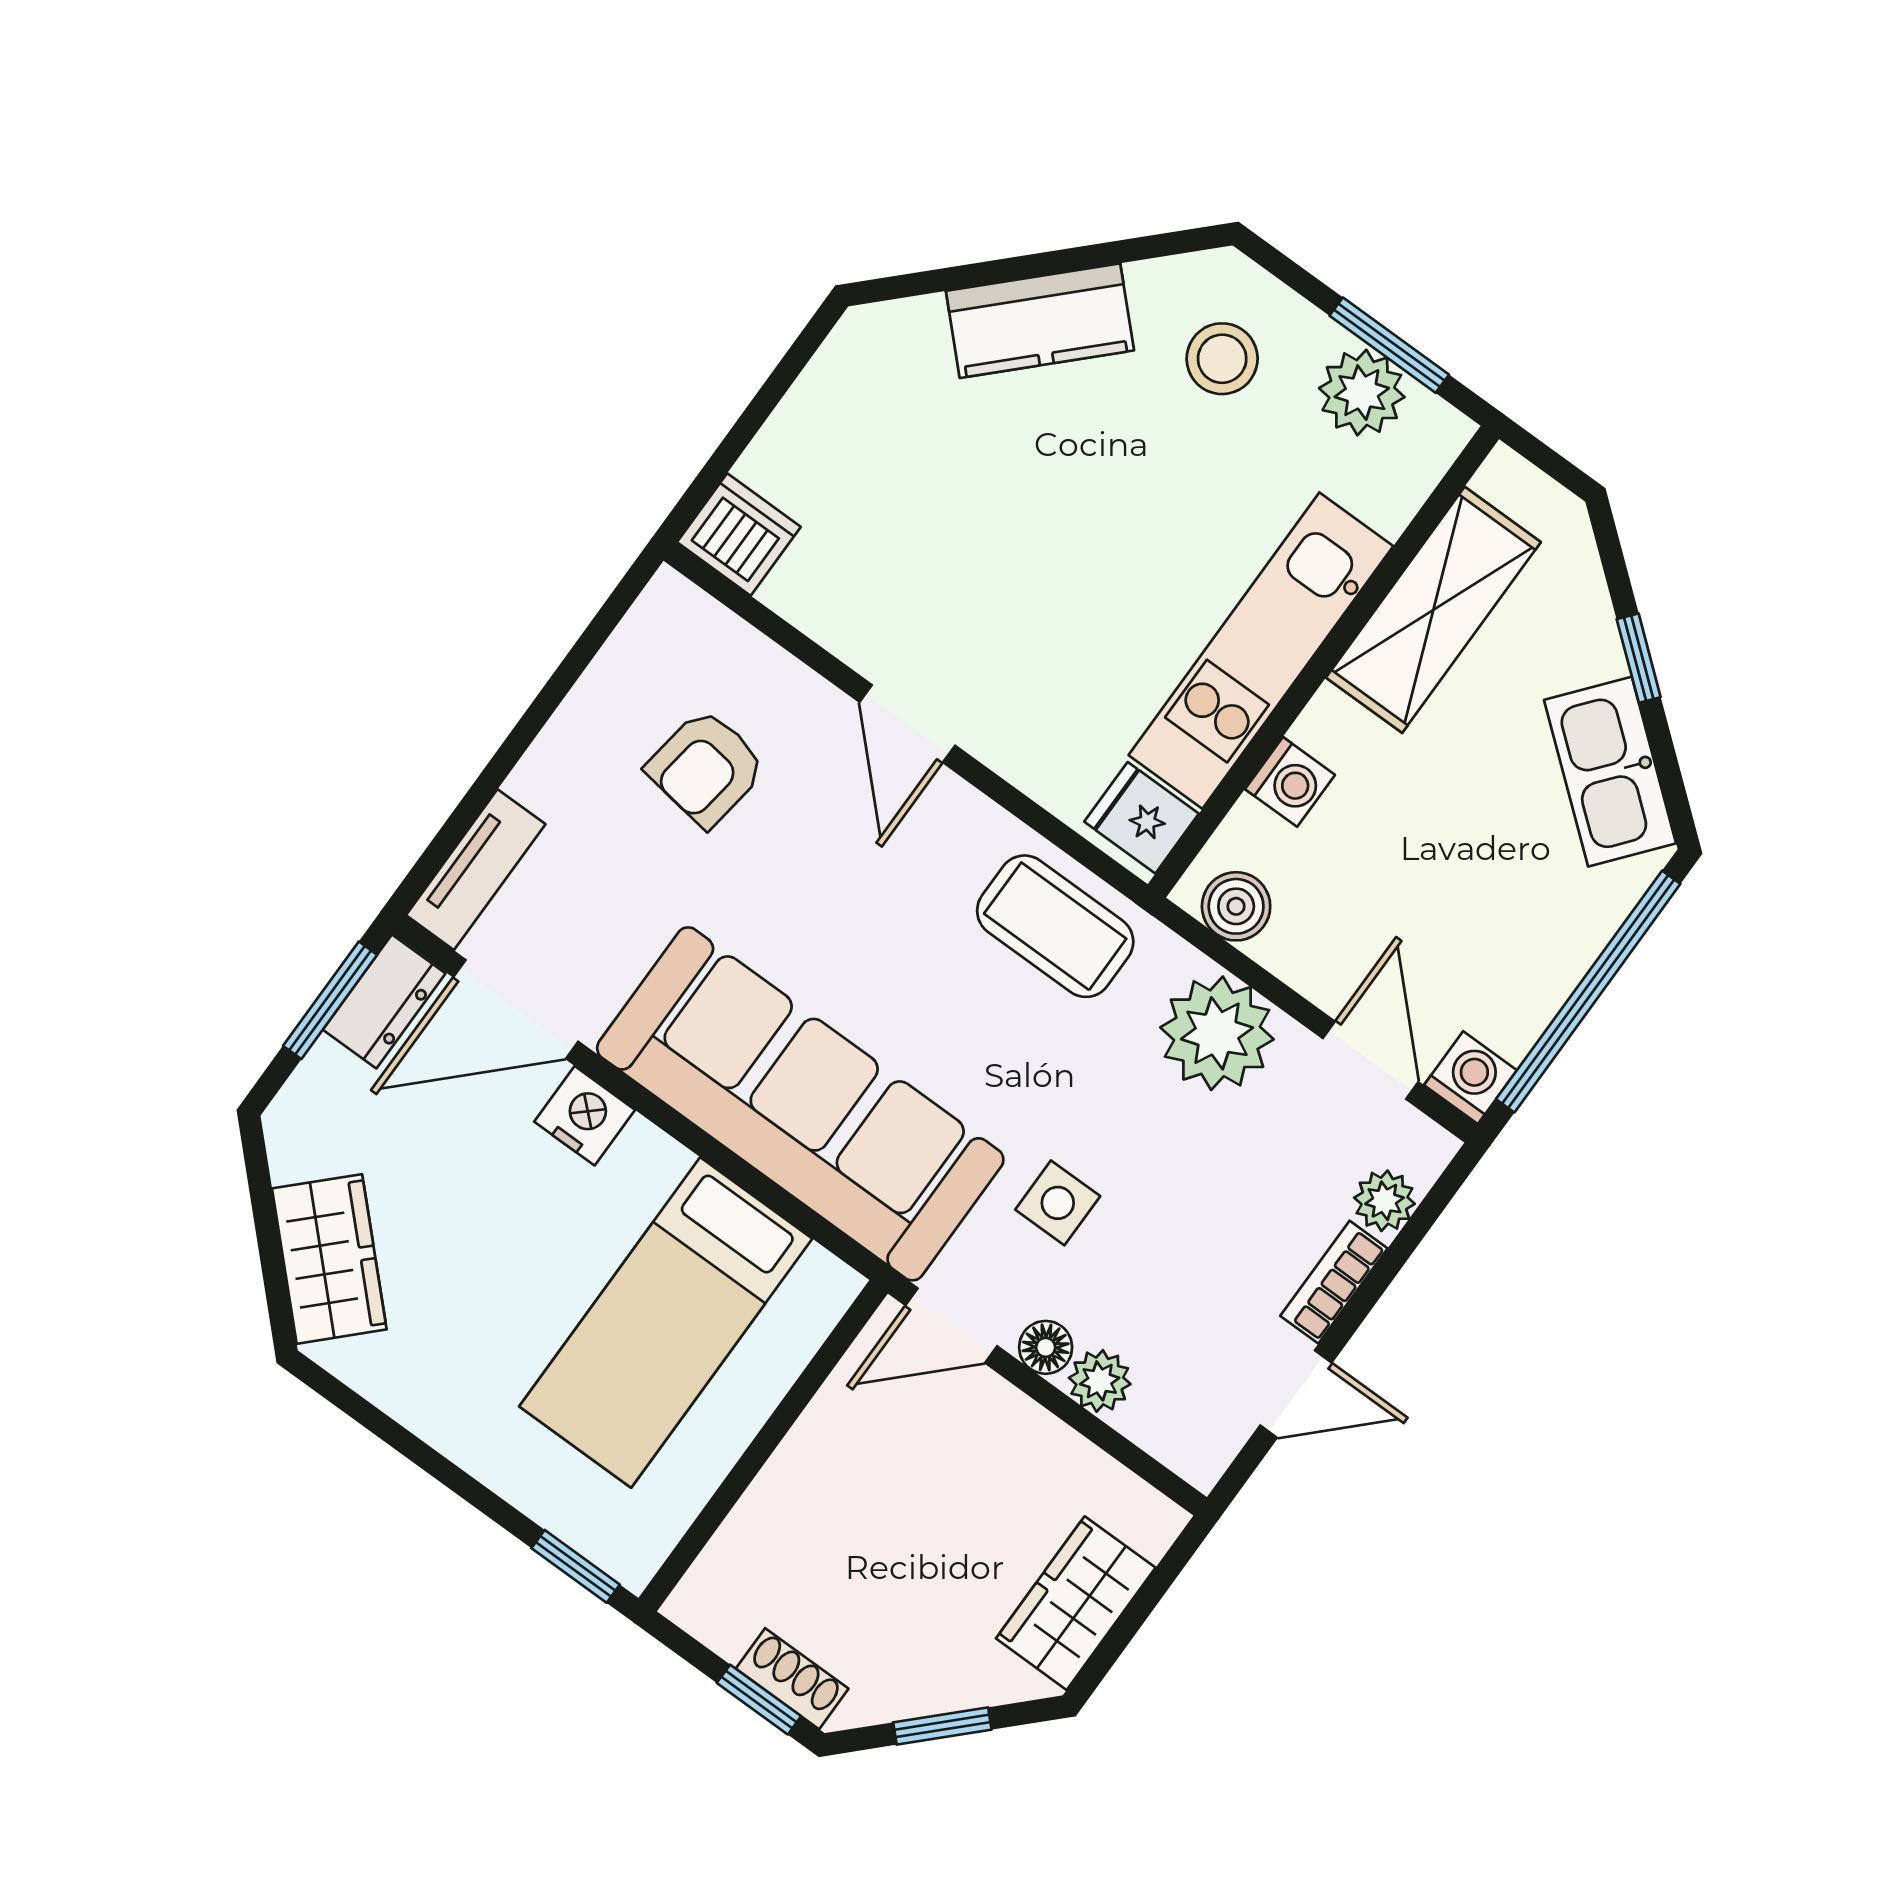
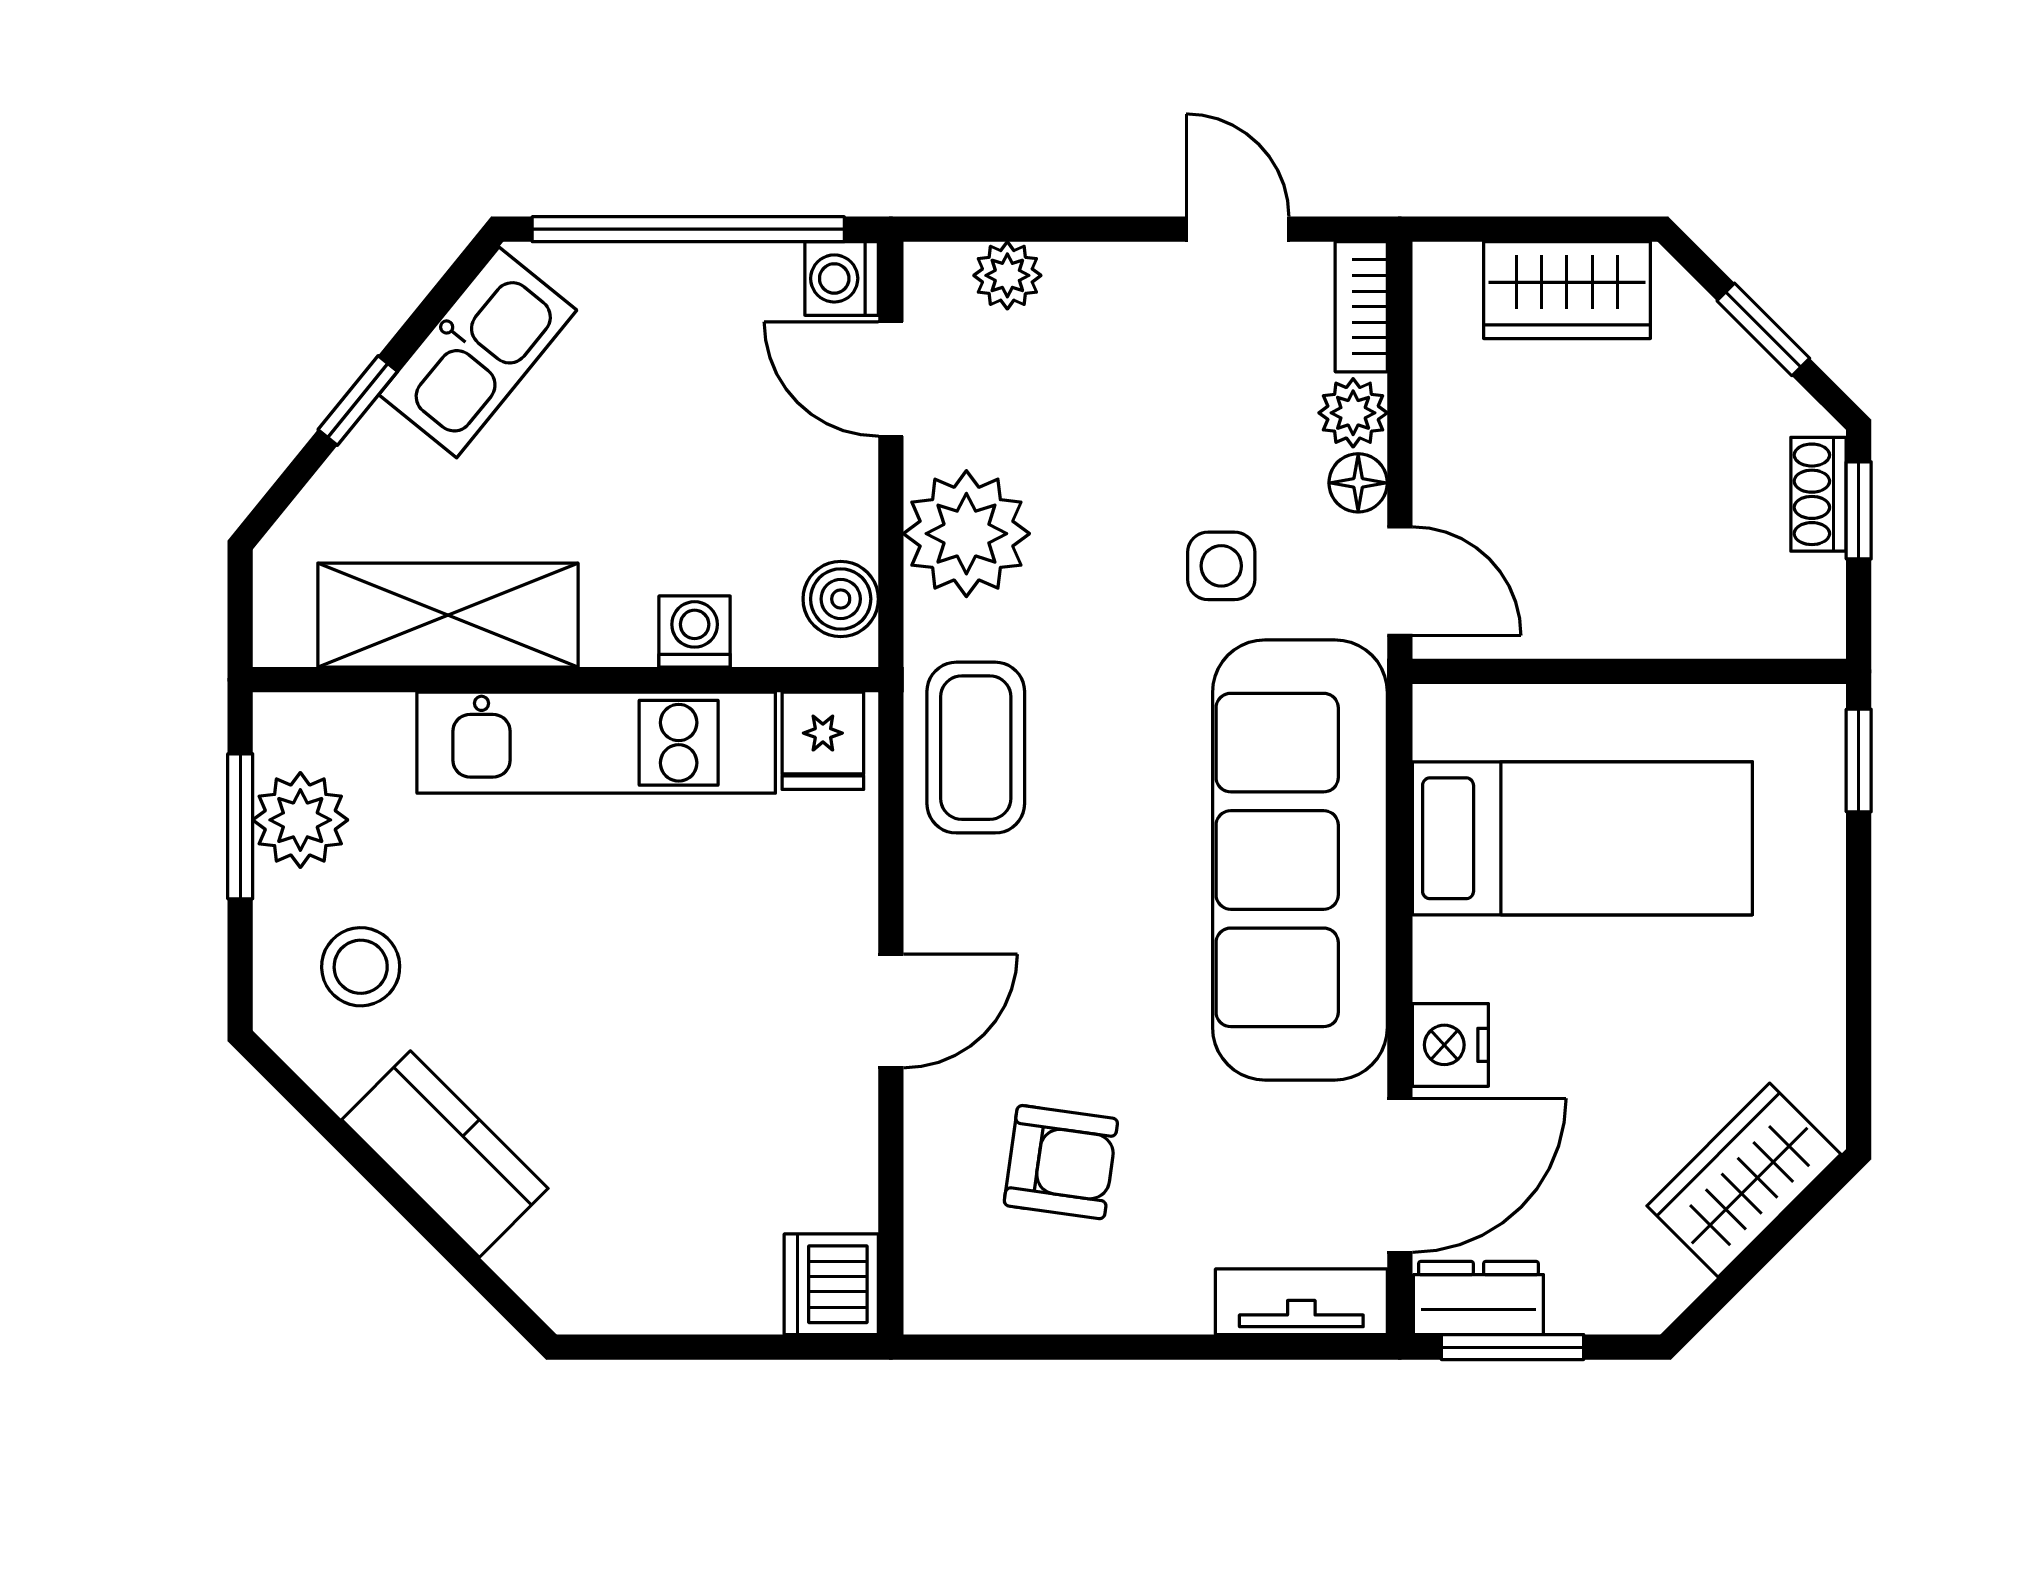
door: (516, 1009) -> (1400, 1175), hinge flipped
door: (1370, 1060) -> (891, 379), hinge flipped
bookcase: (1334, 1282) -> (1361, 307), moved, turned 90

